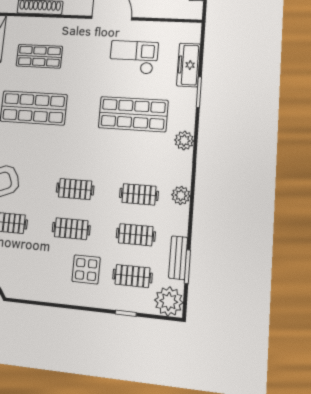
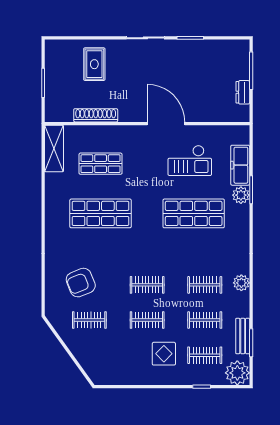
checkout: (134, 57) -> (190, 160), turned 180
plant: (184, 140) -> (241, 195), moved

